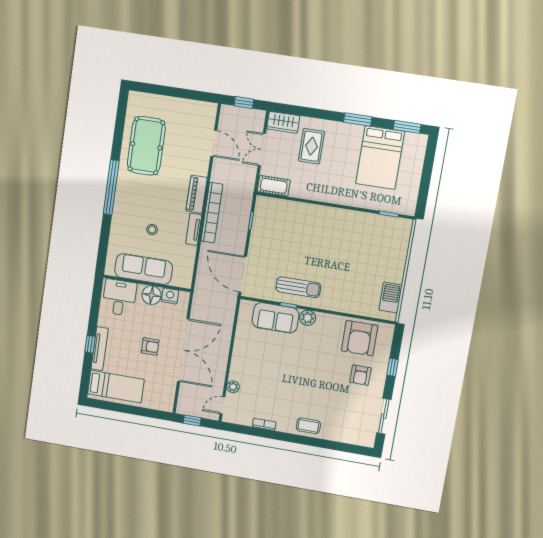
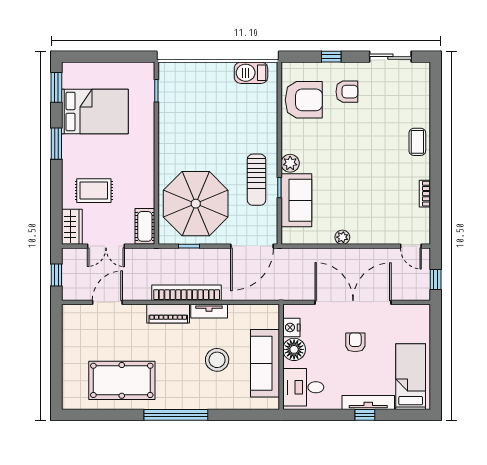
stool: (152, 229) -> (217, 360), width x1.89, depth x1.89
parasol: (286, 232) -> (196, 204), added
sun lounger: (298, 287) -> (257, 180), turned 180
plant: (233, 387) -> (342, 237), moved

